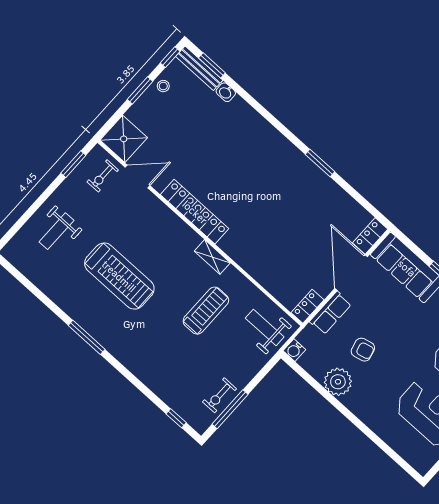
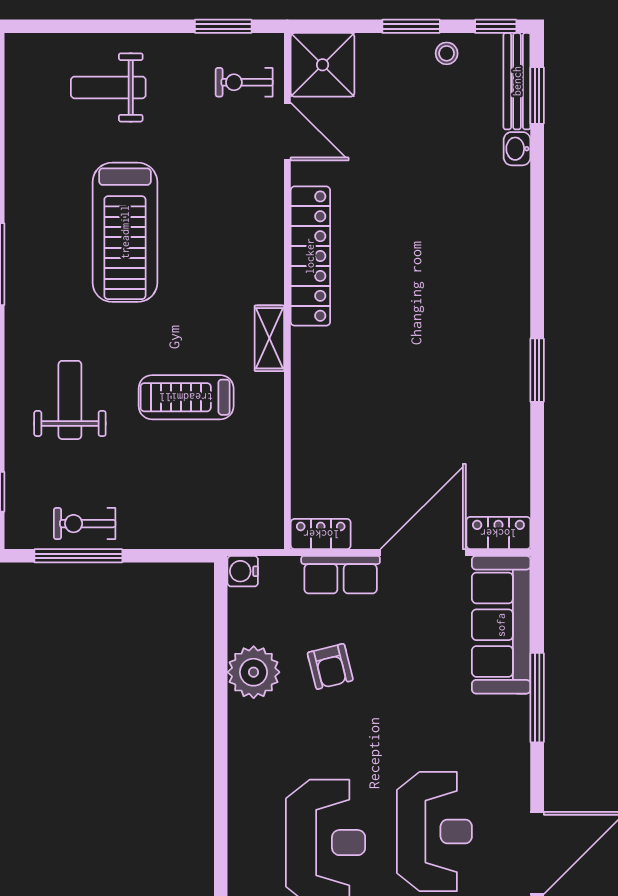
treadmill: (206, 311) -> (186, 397), turned 180
weight bench: (265, 327) -> (70, 400), moved

